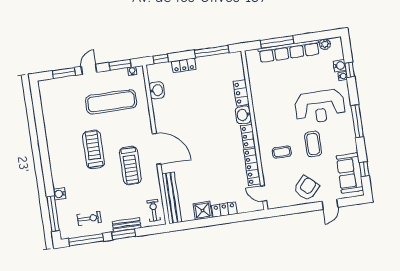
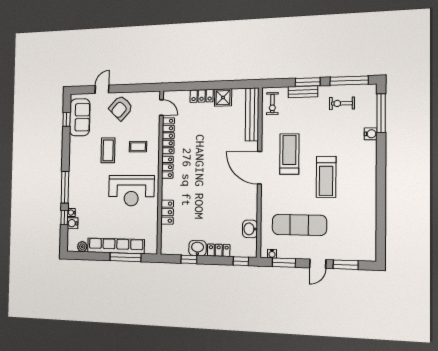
window: (212, 51) -> (189, 259), width x0.46
reception desk: (320, 107) -> (131, 191), moved, turned 180
washbasin: (243, 115) -> (197, 248), moved, turned -90
window: (357, 121) -> (65, 187), moved

